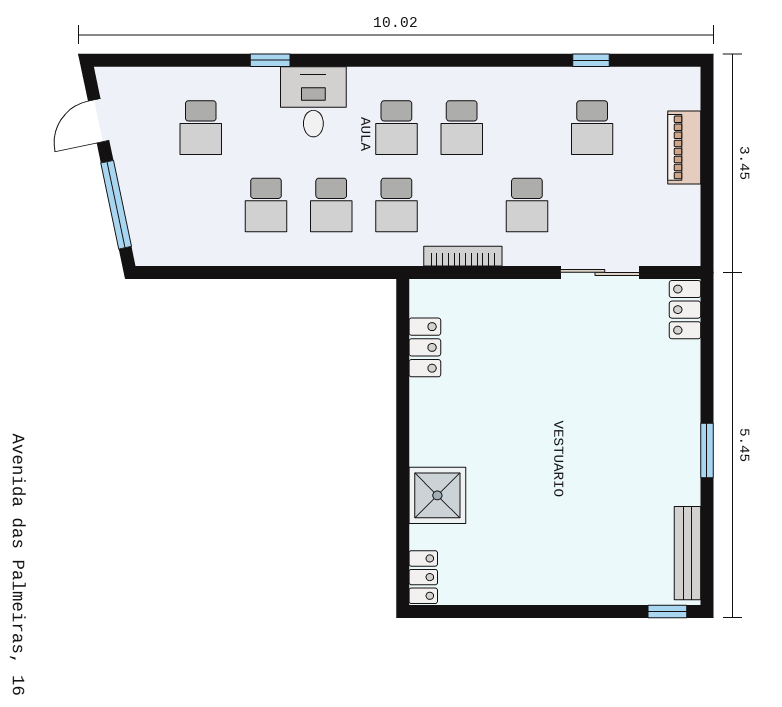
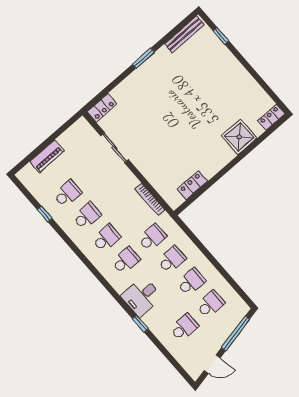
school desk: (201, 205) -> (211, 304), added
school desk: (527, 205) -> (87, 216), moved
window: (667, 611) -> (221, 36), moved

